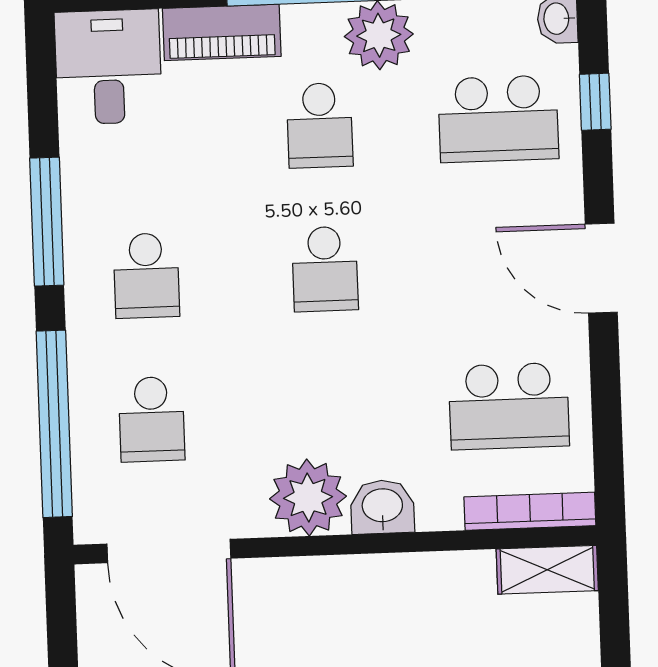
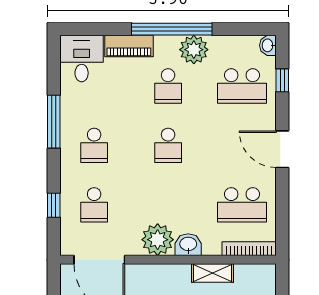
window: (54, 424) -> (54, 205), width x0.32
shelving: (547, 570) -> (213, 273), moved

